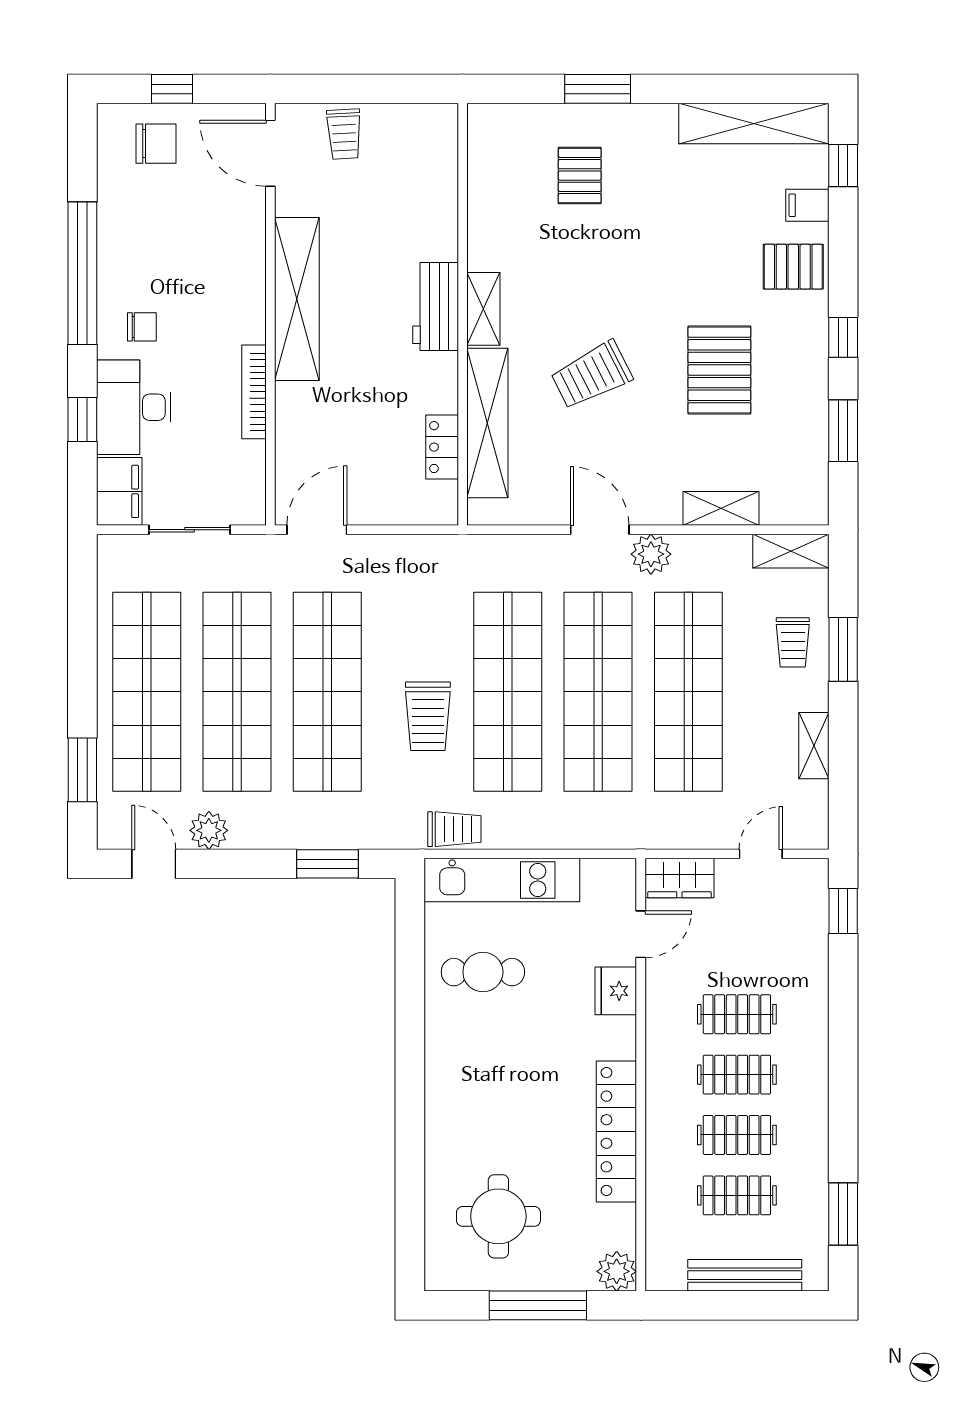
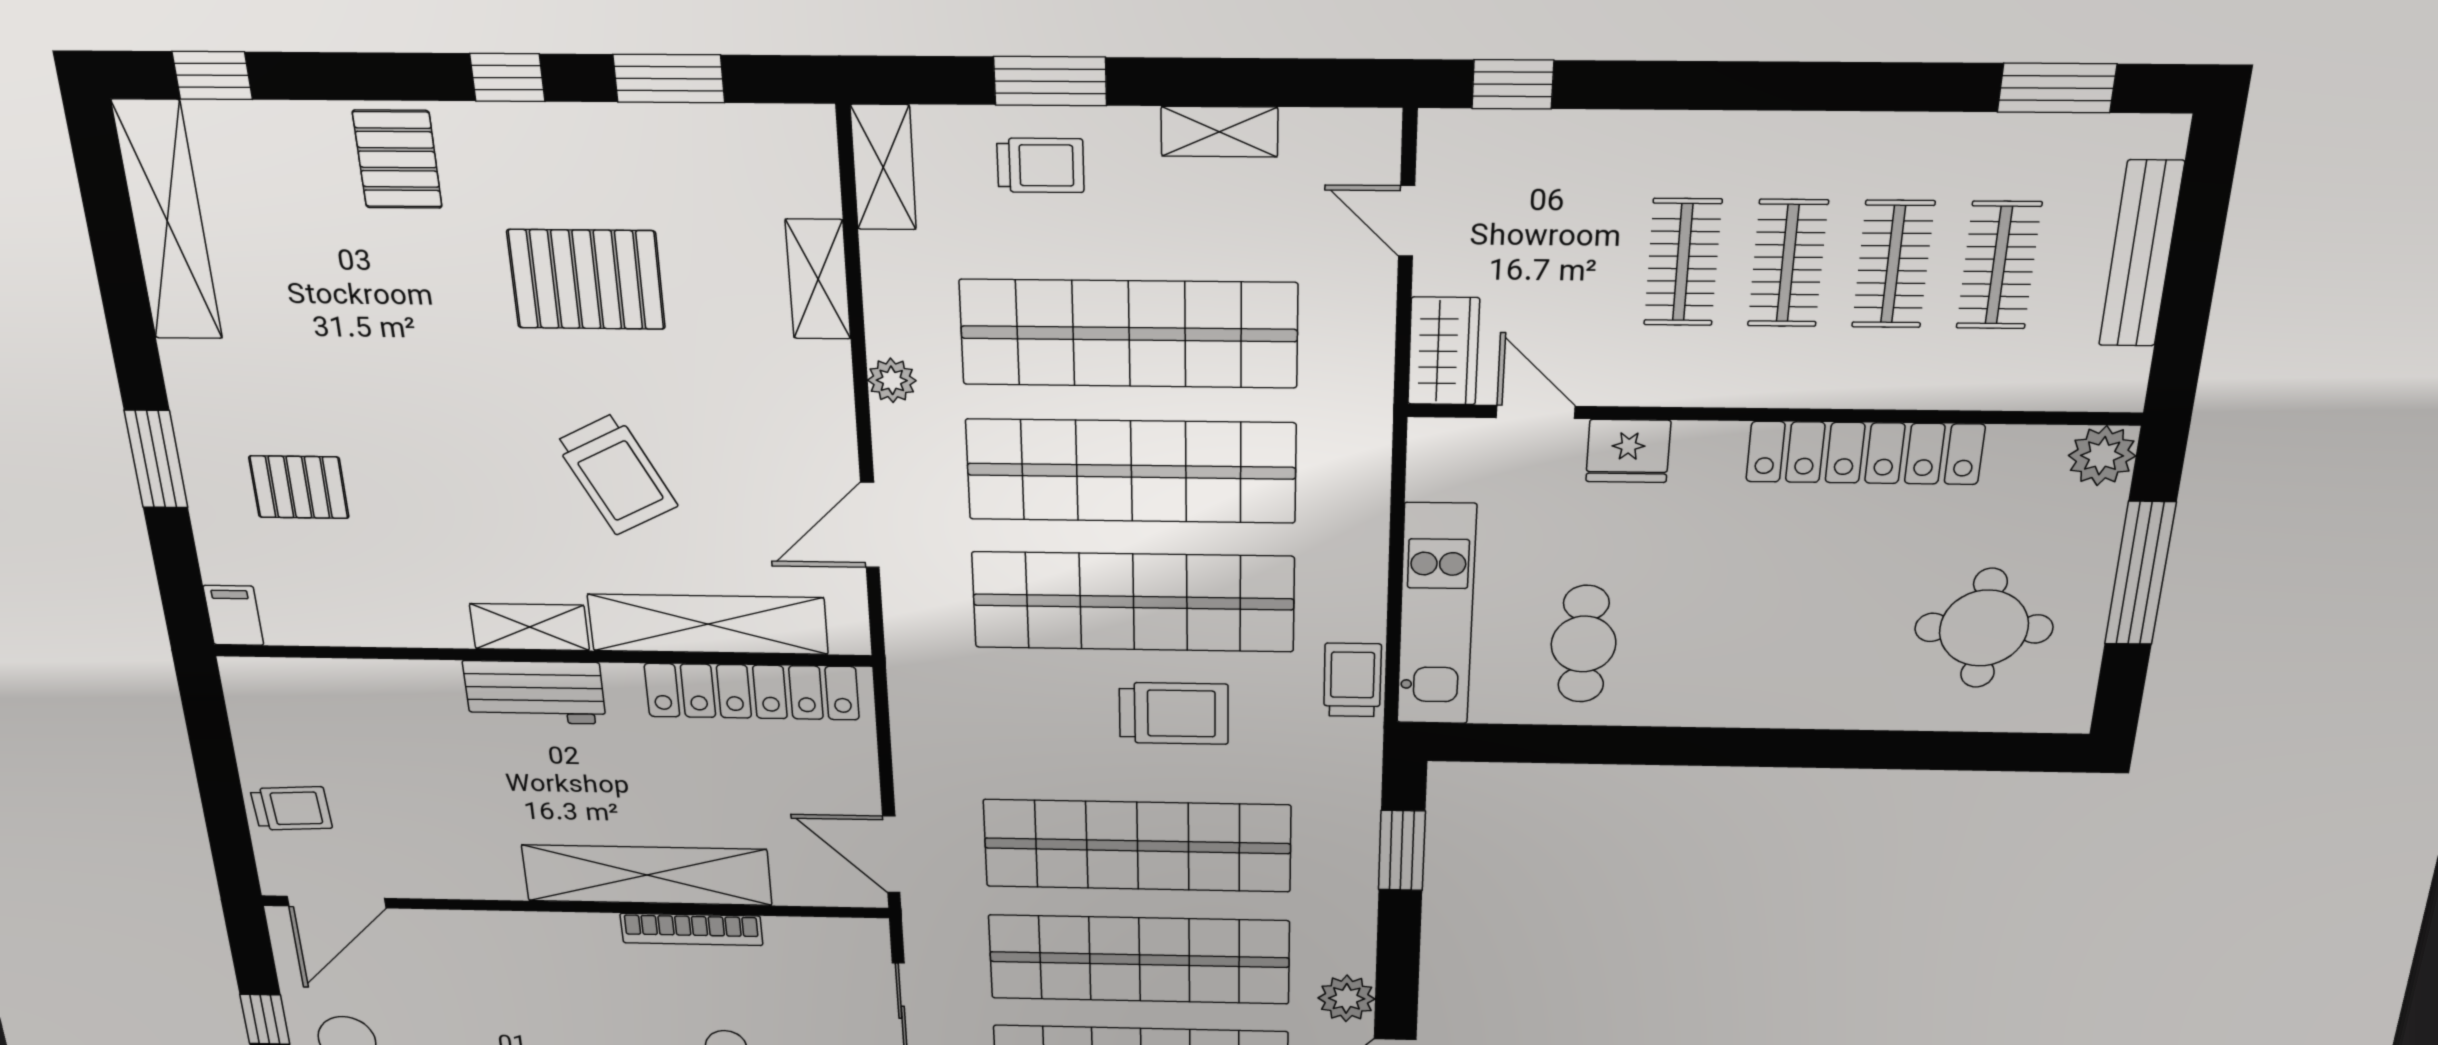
filing cabinet: (807, 205) -> (233, 615), moved, turned 180
shelving: (297, 299) -> (647, 875), moved
locker: (442, 447) -> (752, 692), width x2.16, depth x1.21
door: (600, 530) -> (870, 525), moved
plant: (651, 554) -> (892, 380), width x0.73, depth x0.73

